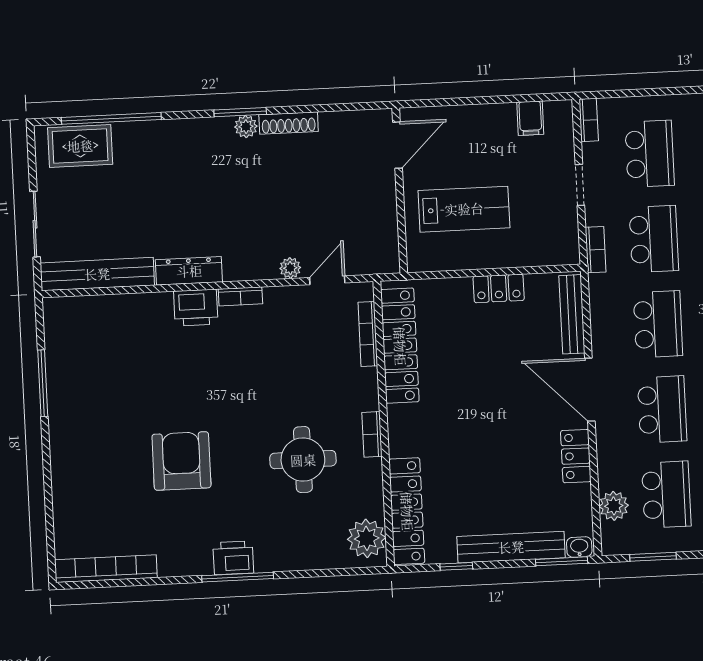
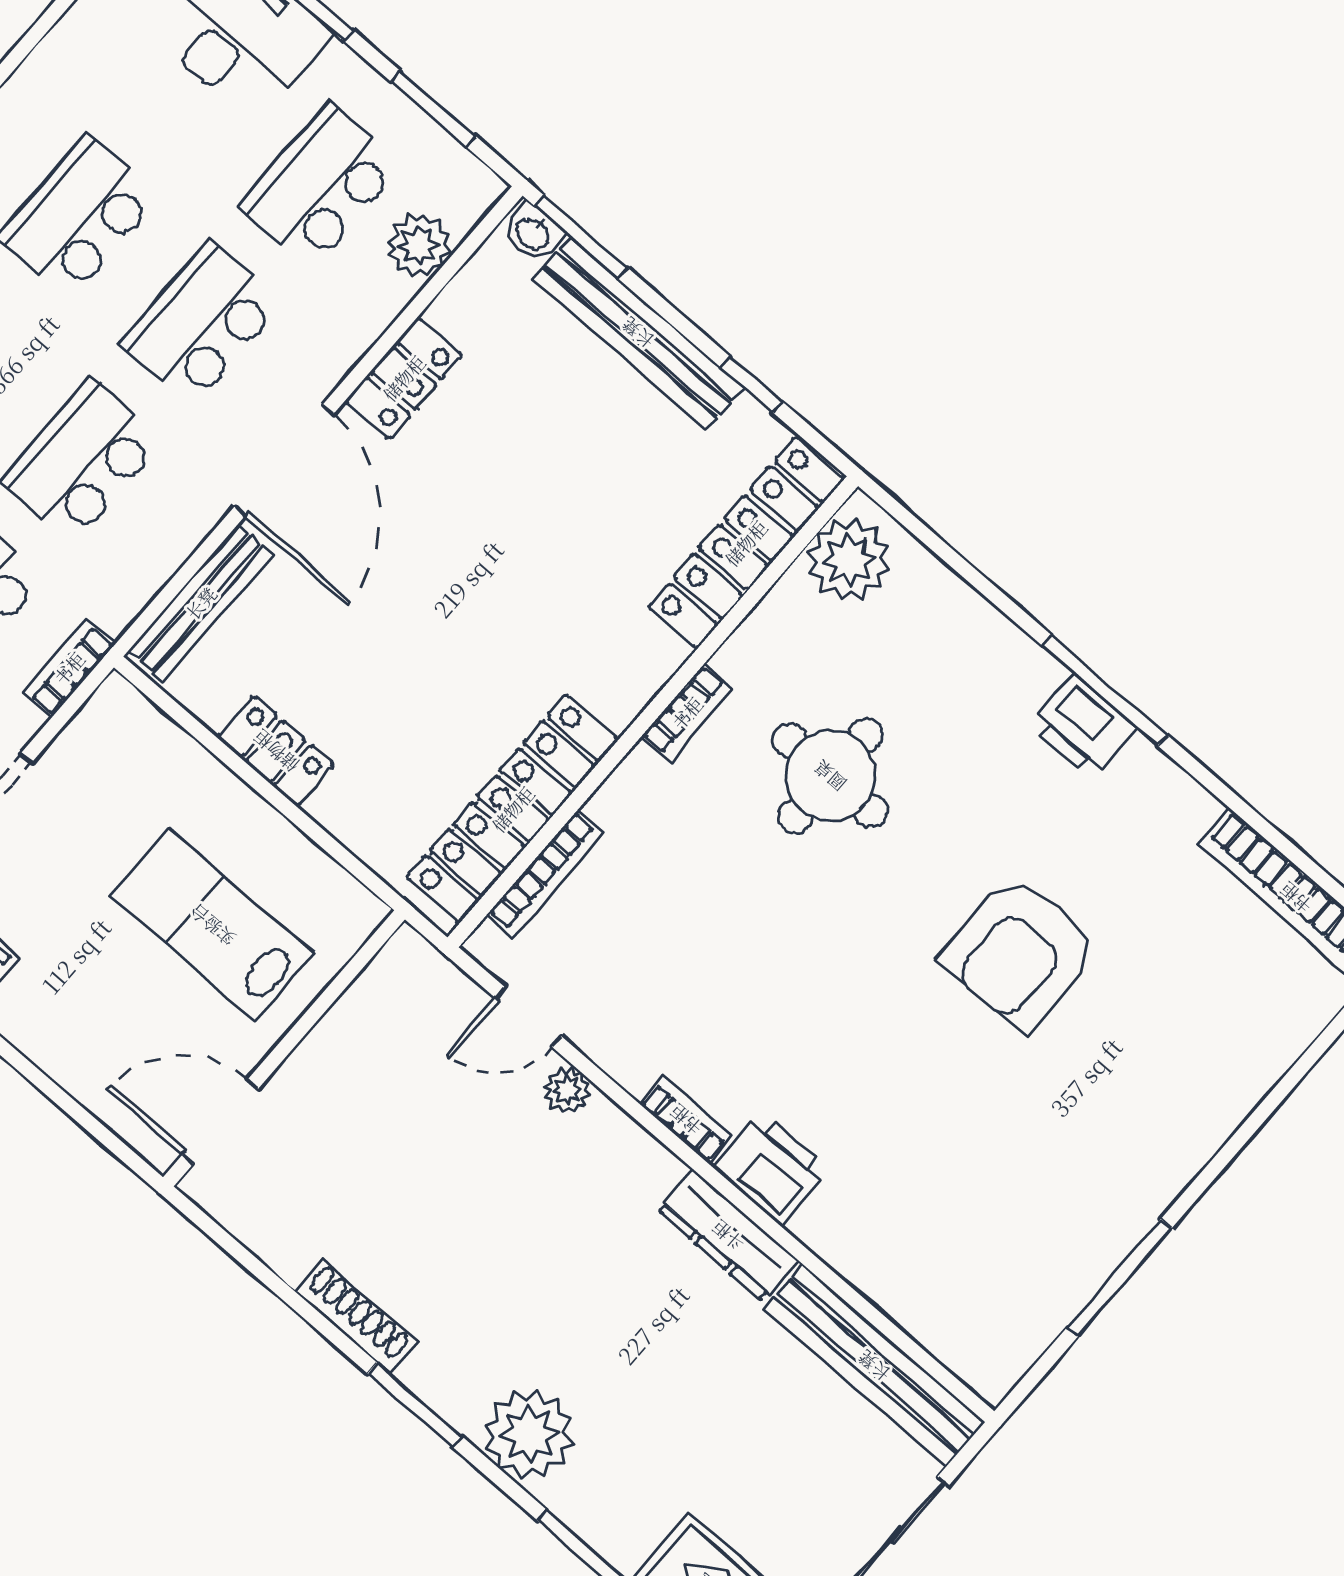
plant: (246, 127) -> (529, 1434), moved, width x1.87, depth x1.87

